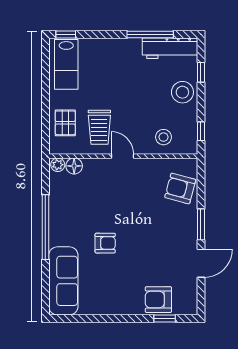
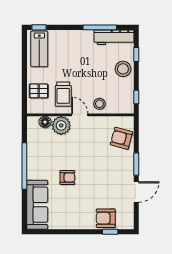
pallet: (65, 123) -> (39, 91), turned 90
stool: (163, 137) -> (99, 104), moved
plant: (58, 165) -> (61, 125), moved, width x1.87, depth x1.87

